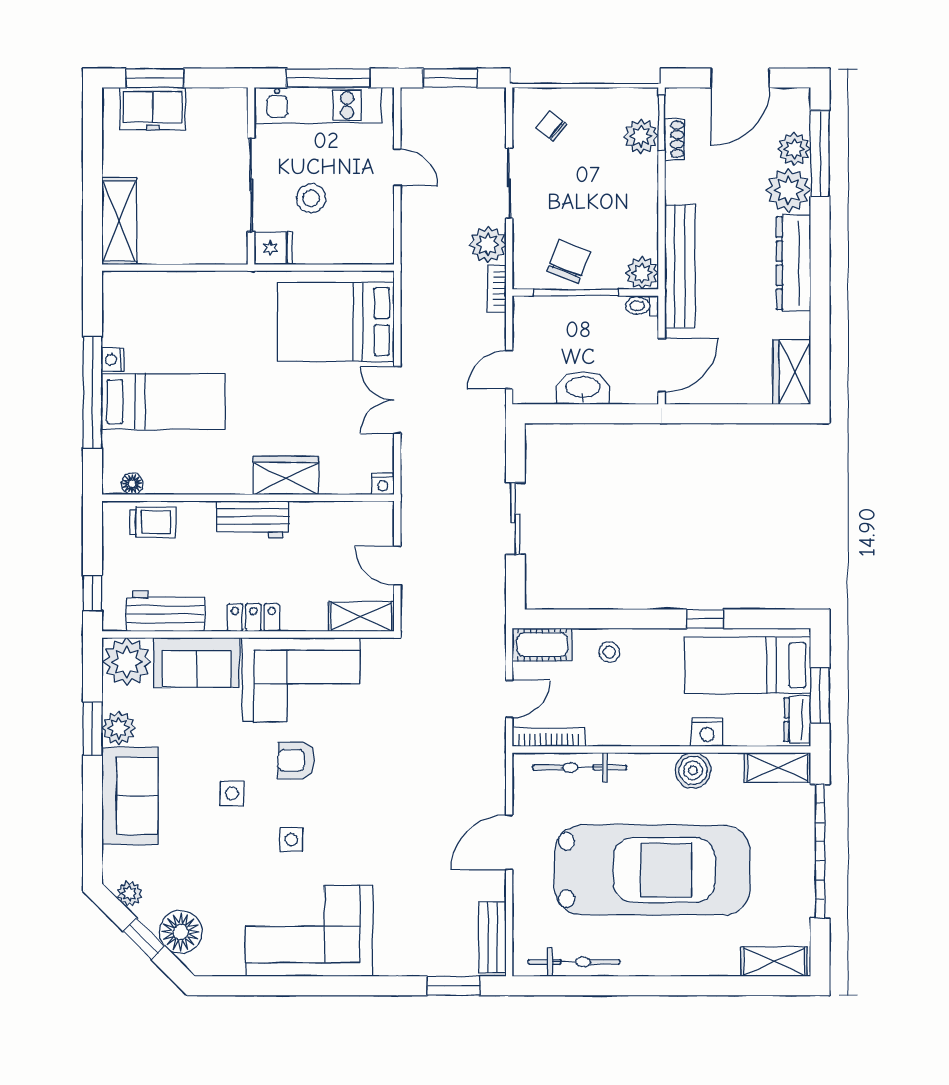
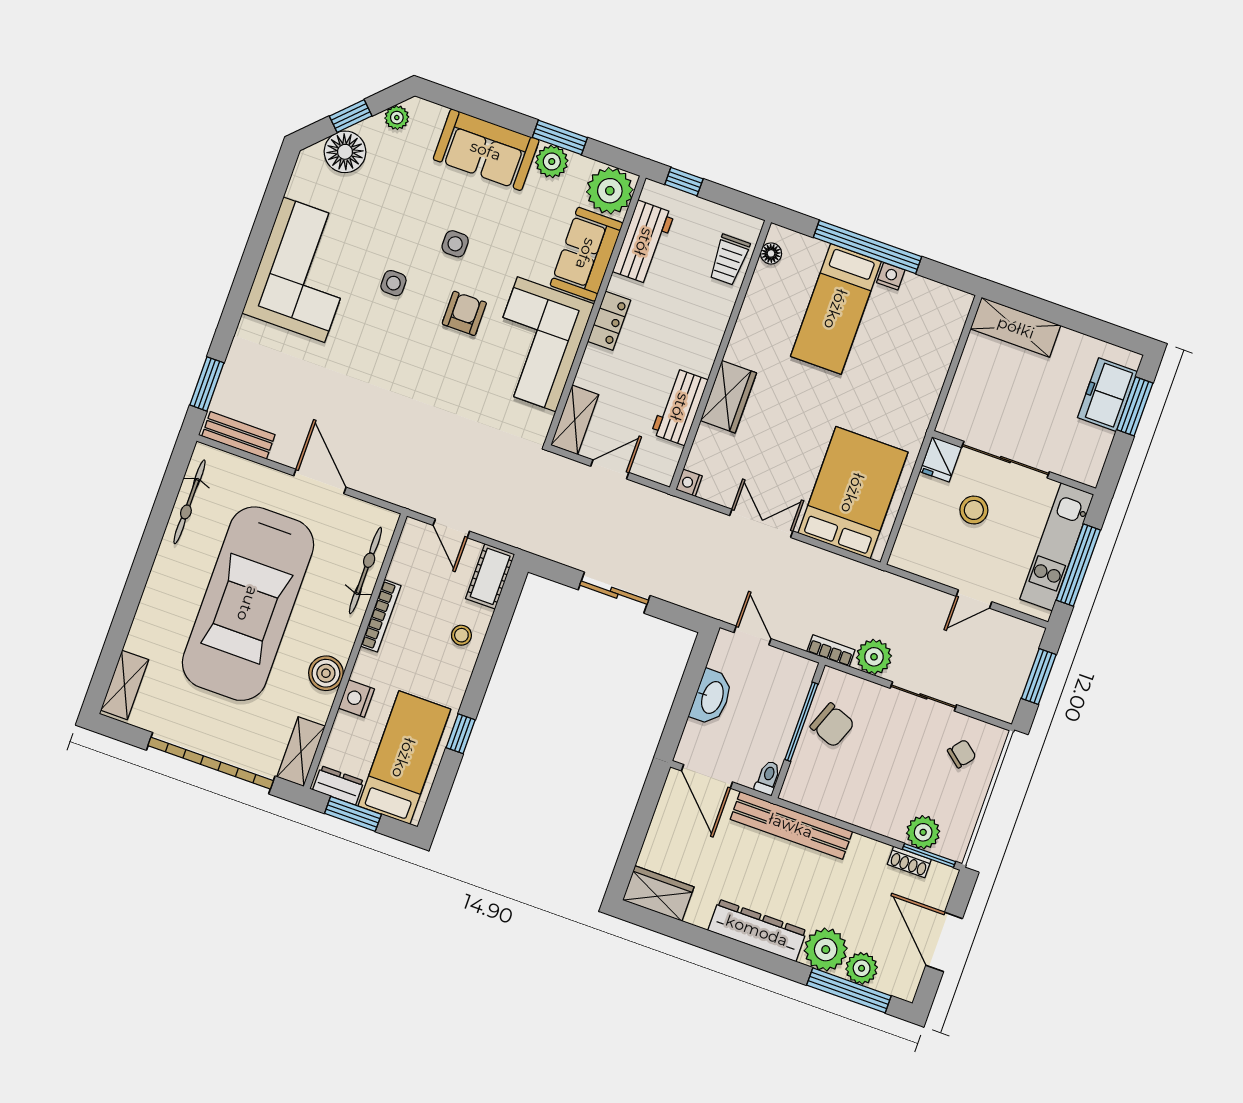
plant: (642, 273) -> (798, 789), removed
workbench: (253, 519) -> (680, 407), moved
bookcase: (549, 737) -> (381, 616), moved

